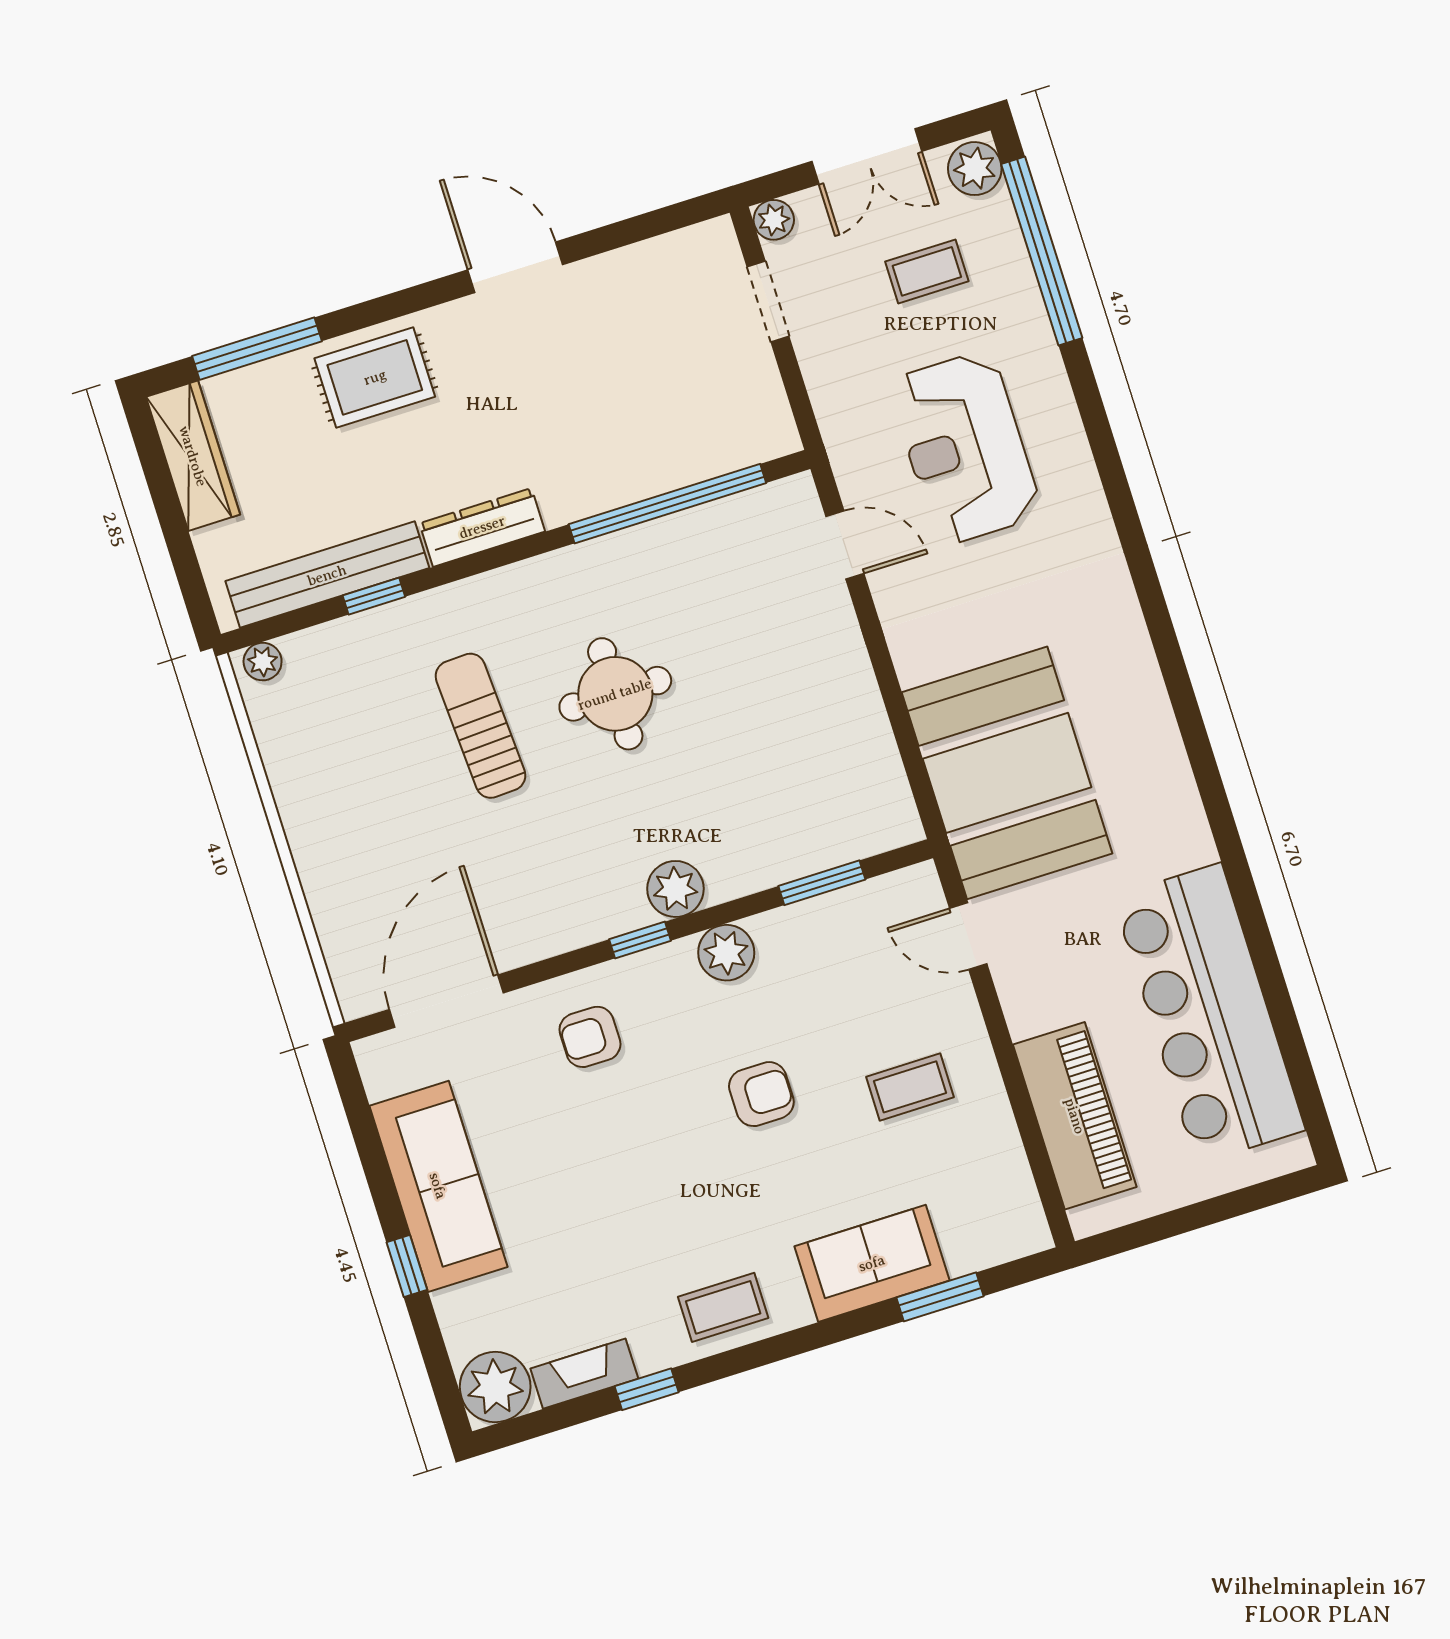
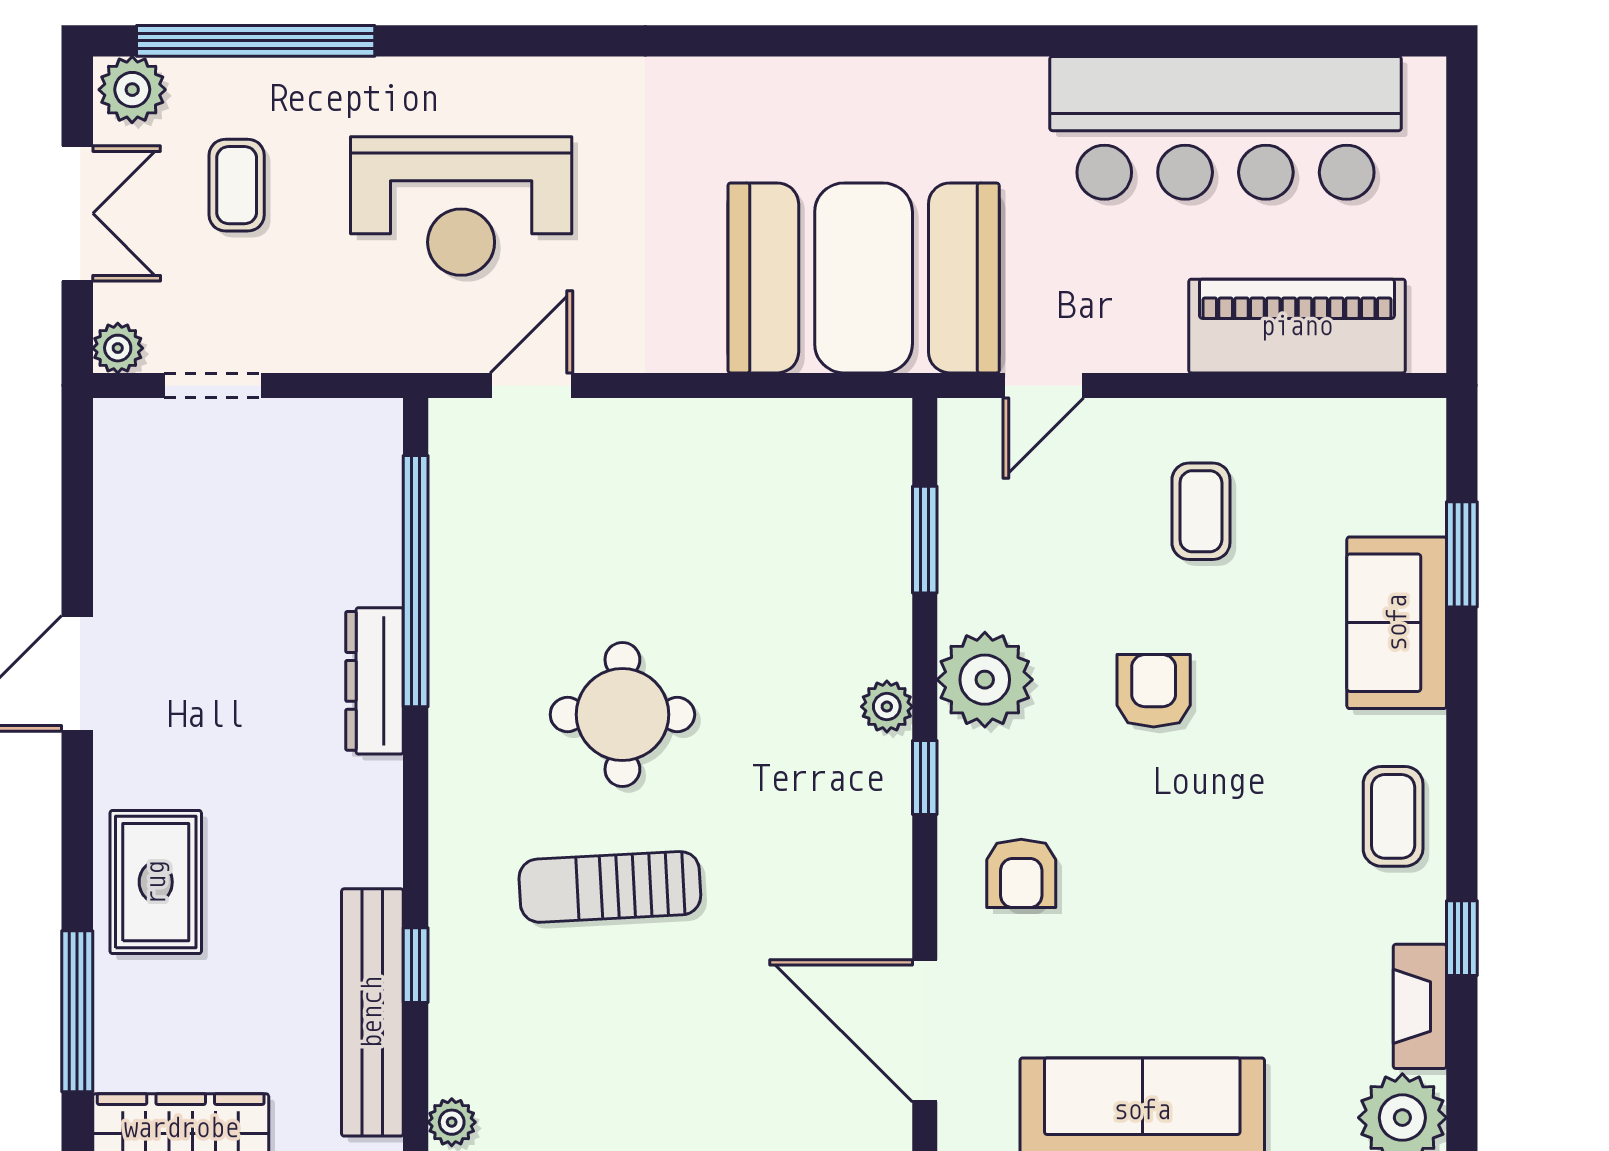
dresser: (482, 527) -> (375, 681), moved
plant: (675, 889) -> (887, 707), width x0.73, depth x0.73
plant: (726, 953) -> (985, 680), width x1.36, depth x1.36

